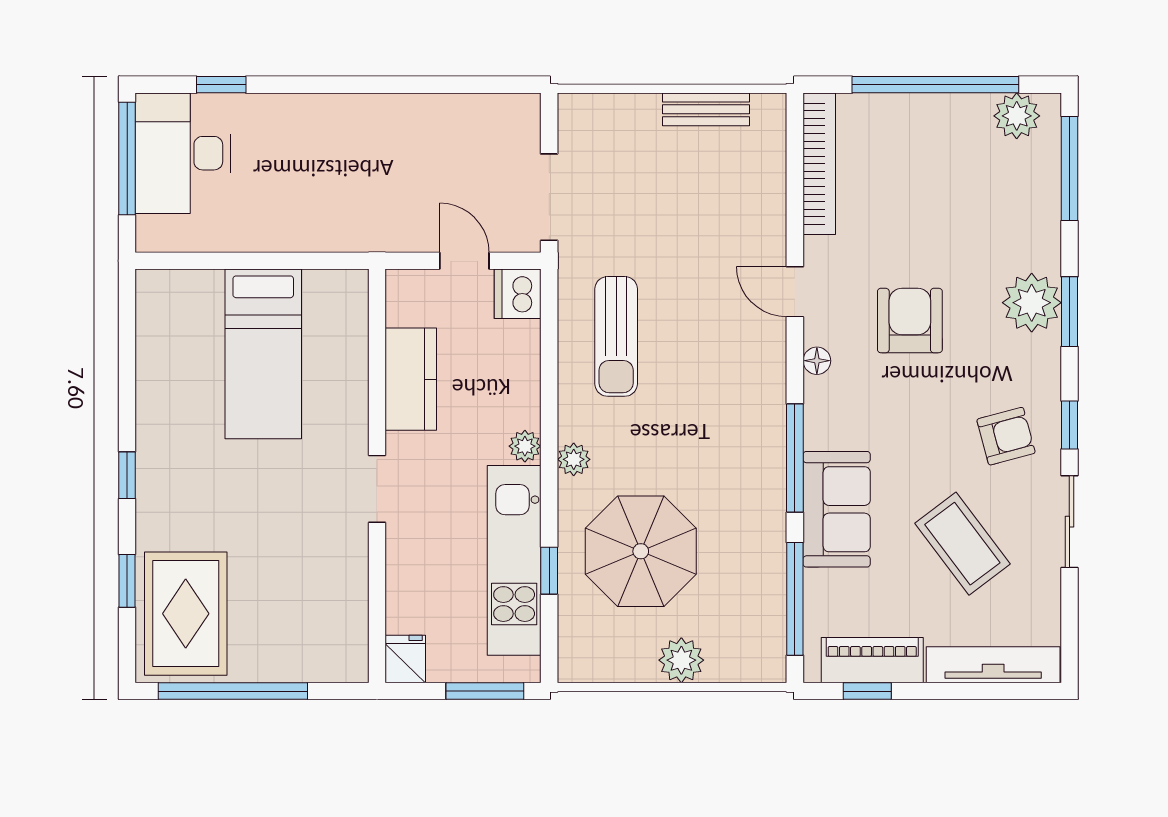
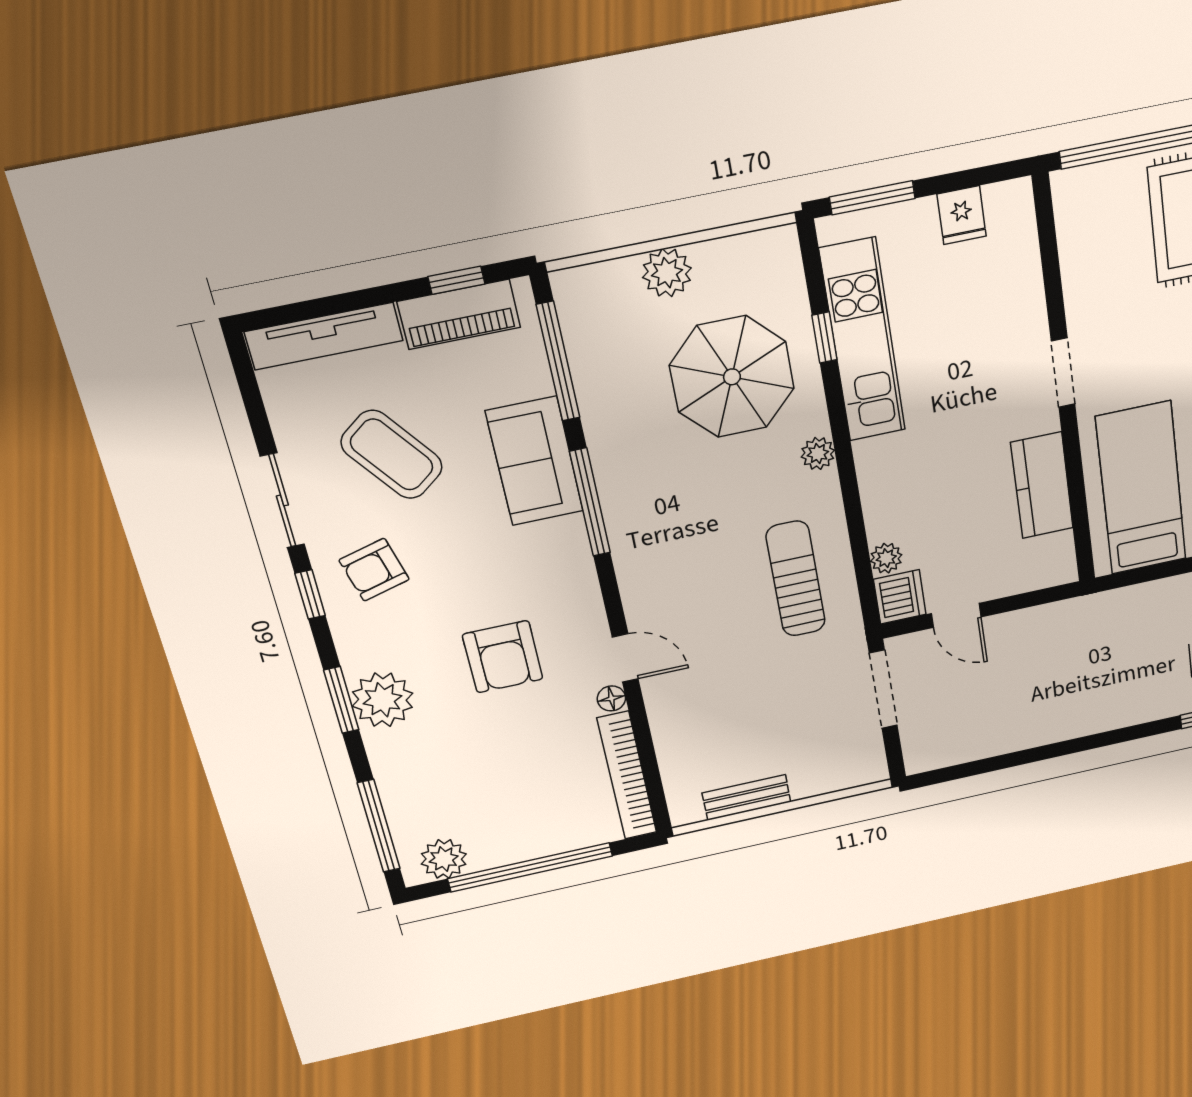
floor lamp: (817, 361) -> (611, 698), moved
kitchen counter: (411, 379) -> (1042, 485), moved
plant: (525, 446) -> (886, 558), moved
wall: (377, 476) -> (1065, 385), moved
doorway: (377, 489) -> (1063, 373), moved

